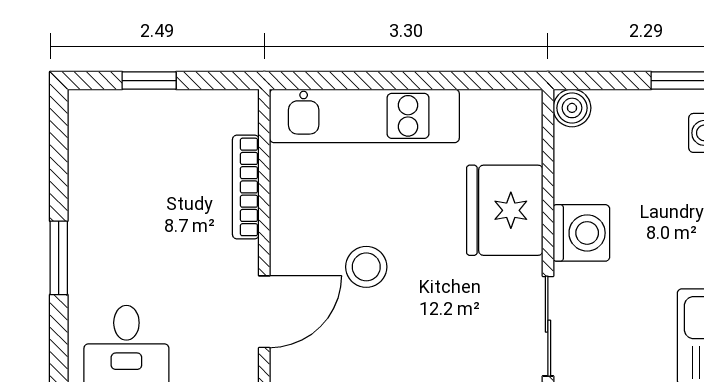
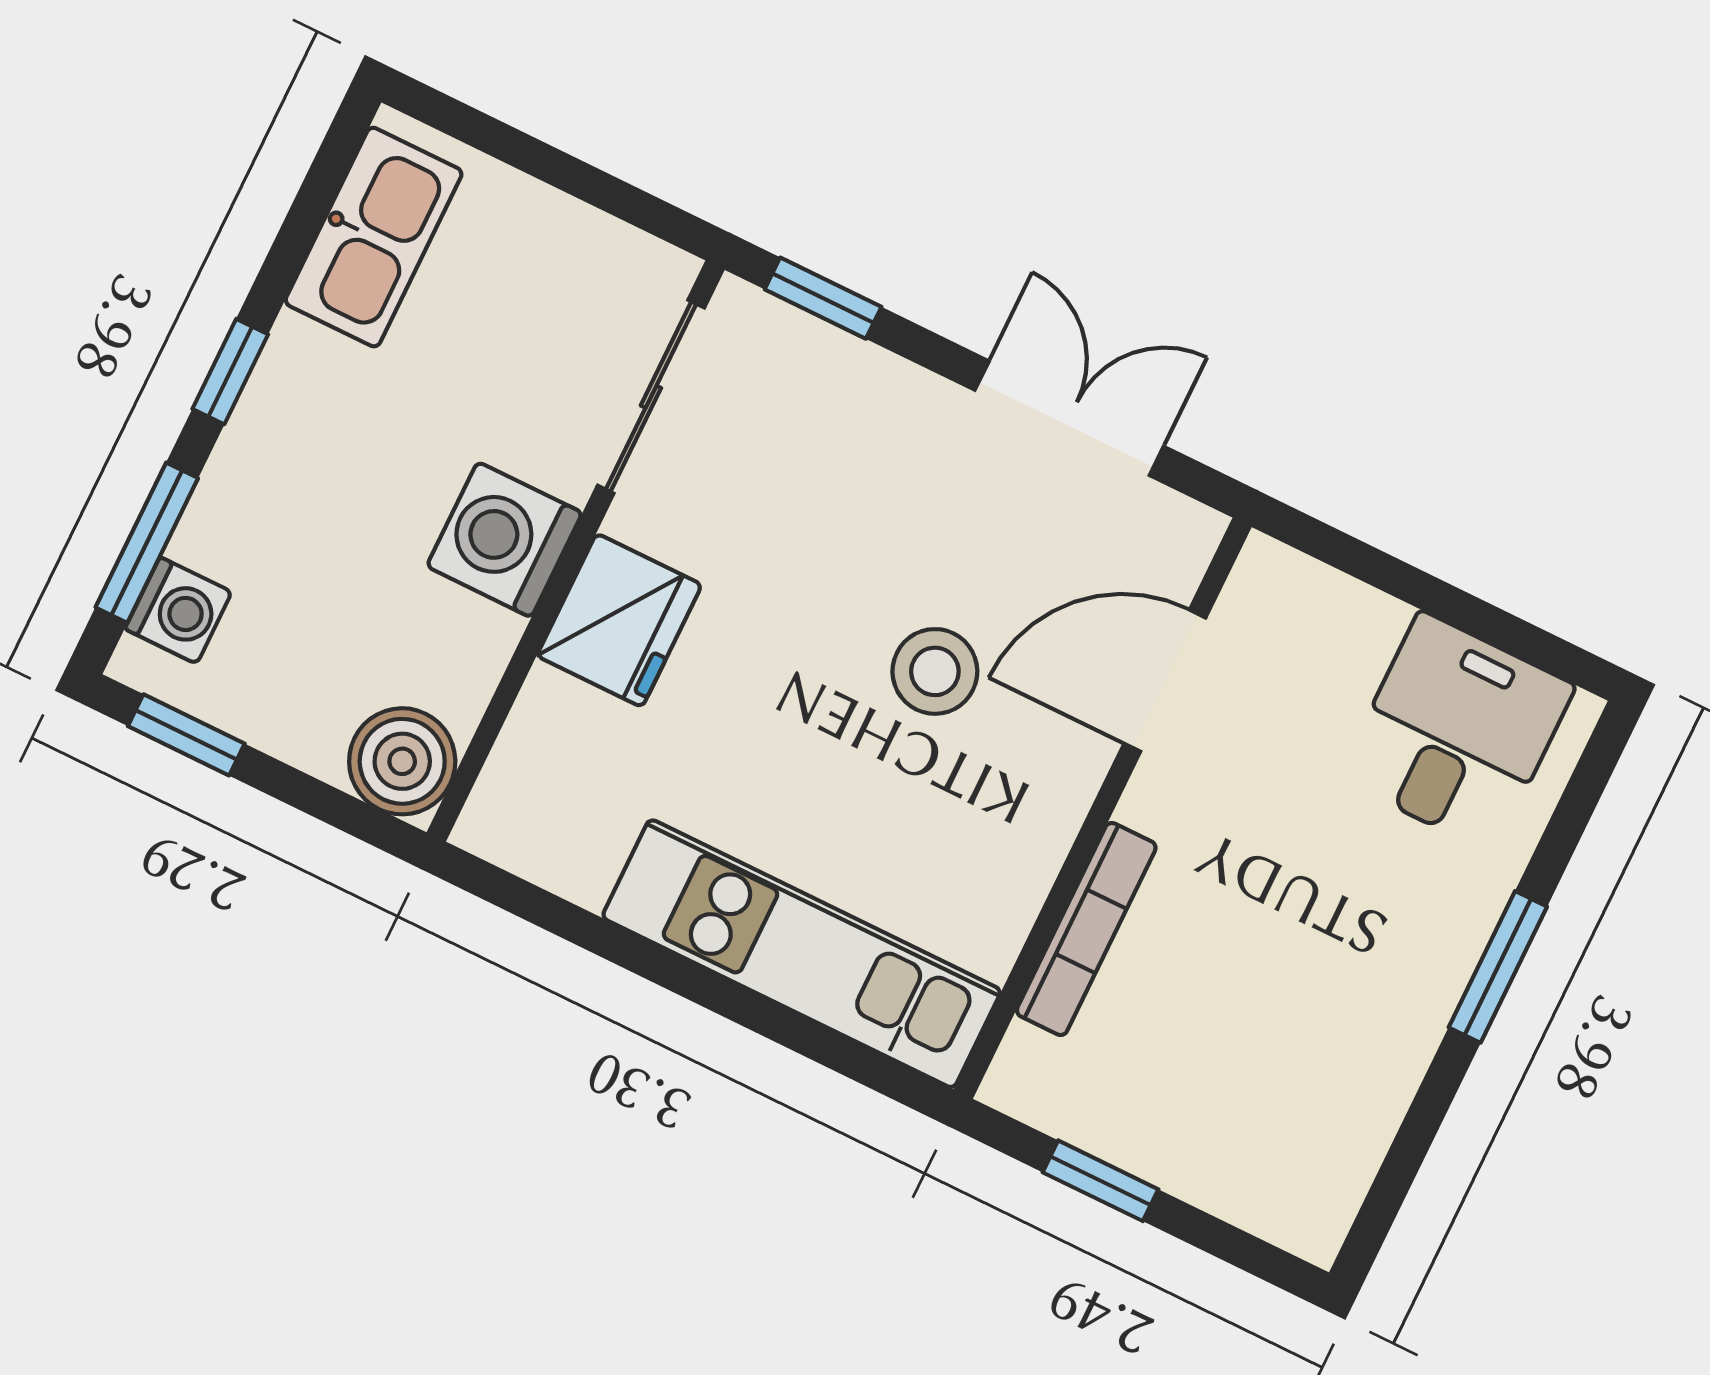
window: (149, 81) -> (1101, 1181), moved
boiler: (572, 108) -> (402, 761), width x1.36, depth x1.36
fridge: (505, 210) -> (619, 620), width x0.73, depth x0.75

